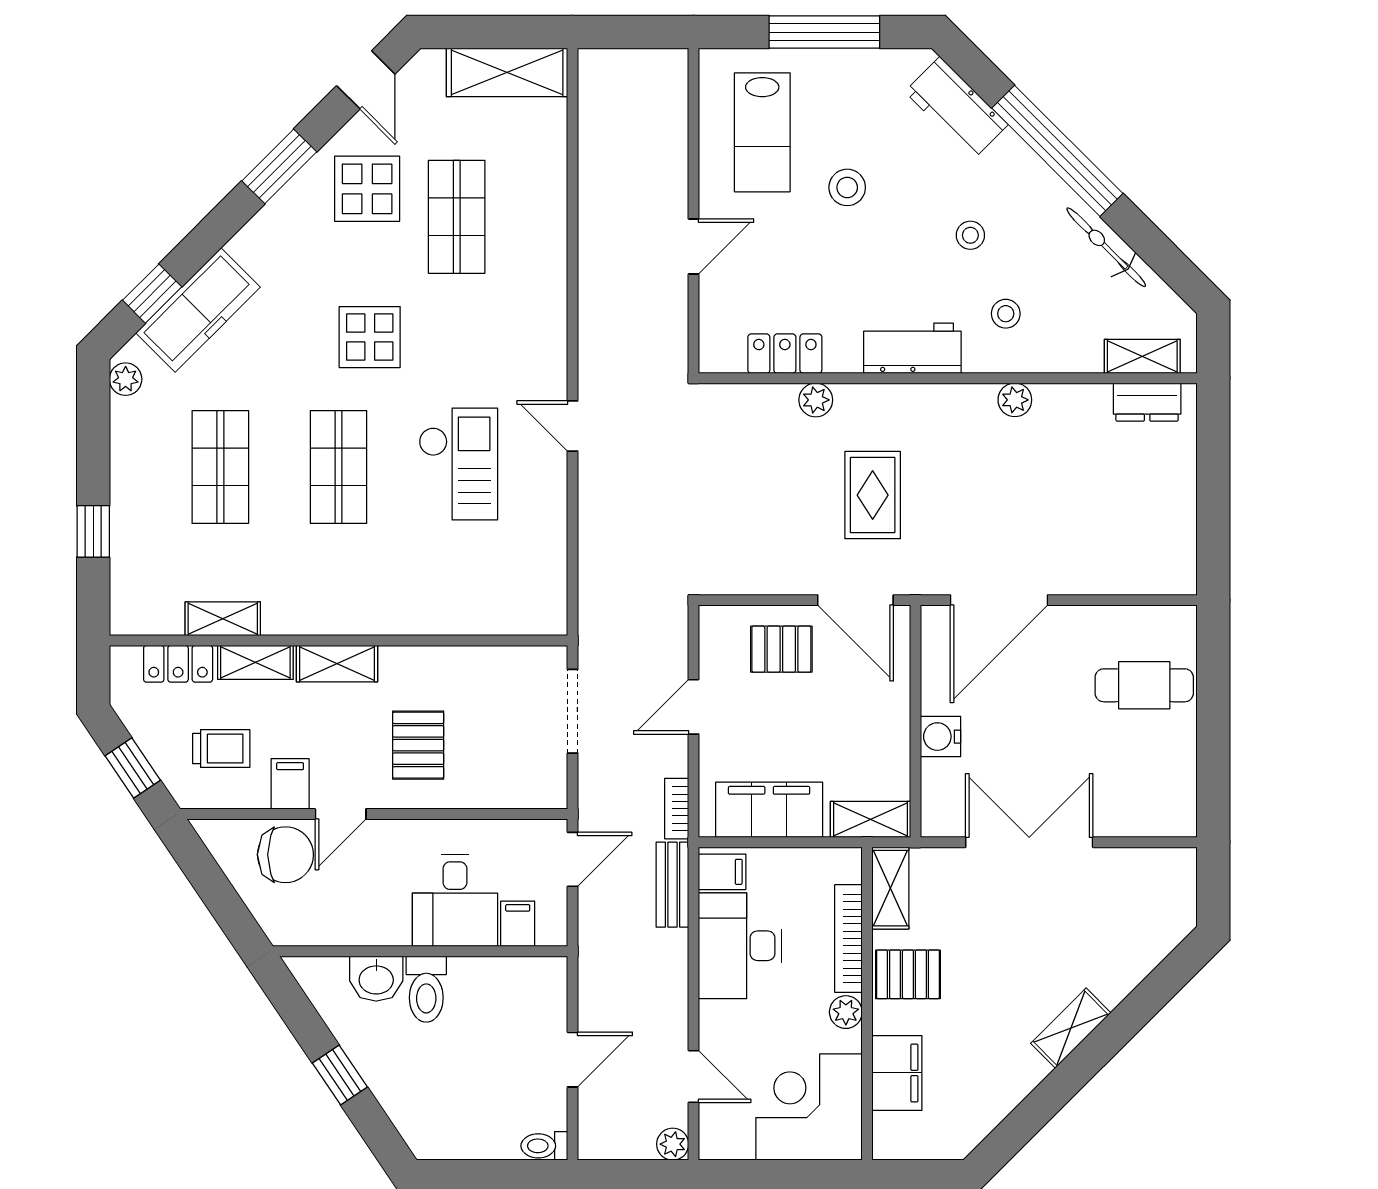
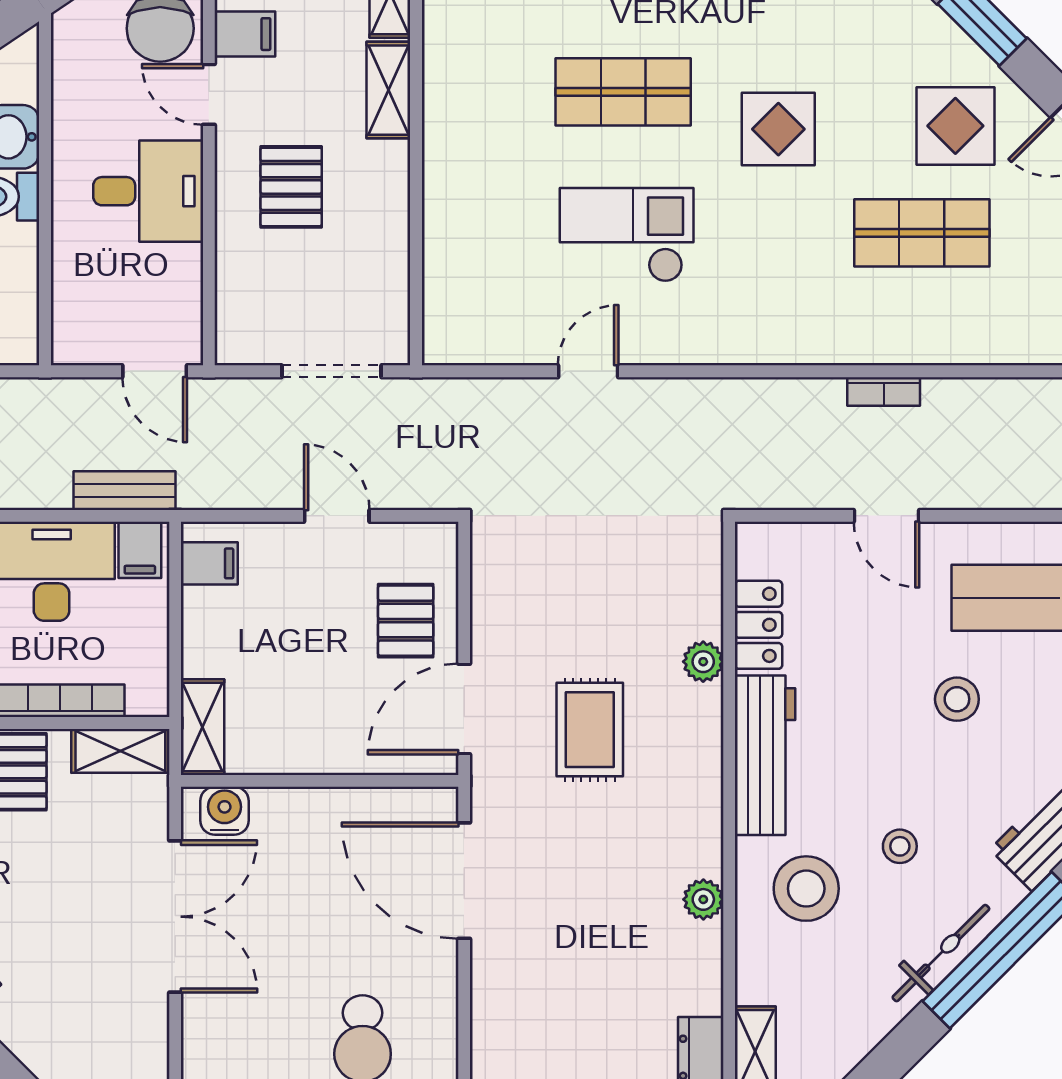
bicycle: (1106, 247) -> (941, 953), moved
stool: (1006, 314) -> (806, 889), width x1.89, depth x1.89
workbench: (912, 348) -> (765, 755), width x1.38
door: (573, 426) -> (588, 371), moved
checkout: (458, 464) -> (627, 235), turned 180
rug: (873, 495) -> (590, 730), turned 90
water cooler: (941, 737) -> (225, 811), moved
pallet: (418, 745) -> (291, 187), turned 90
bookcase: (677, 809) -> (884, 392), moved, turned 180
filing cabinet: (769, 810) -> (209, 563), width x0.33, depth x0.86
desk: (455, 900) -> (148, 191), moved, turned 180
filing cabinet: (518, 924) -> (78, 306), removed

